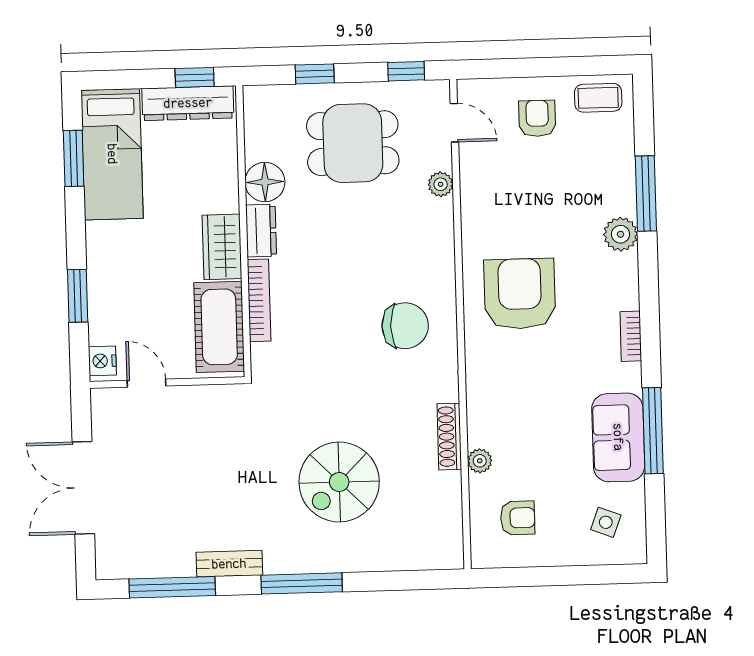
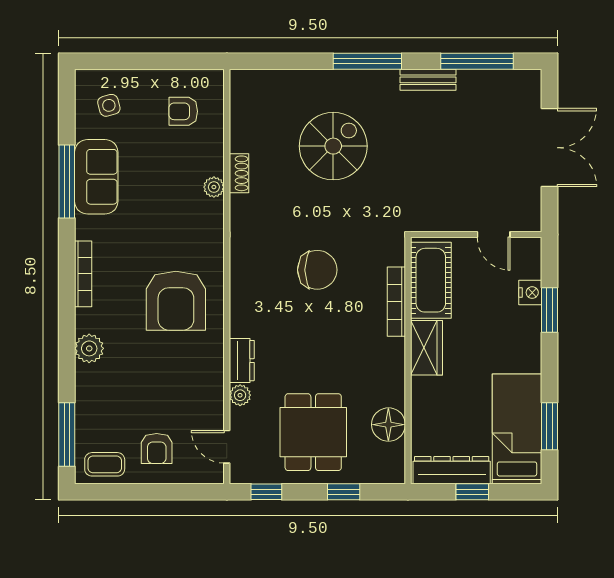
window: (195, 77) -> (472, 492), moved
dining table: (353, 143) -> (313, 432), turned 90
floor lamp: (265, 182) -> (388, 425), moved
window: (646, 194) -> (67, 435), moved
dresser: (261, 231) -> (242, 361), moved, turned 180
chair: (405, 326) -> (317, 270), moved, turned 180
bookcase: (631, 336) -> (83, 274), width x1.56
nightstand: (102, 361) -> (530, 293), moved
shoe rack: (449, 437) -> (239, 173), width x0.70
plant: (480, 461) -> (214, 187), moved
side table: (606, 522) -> (109, 105), turned -37

